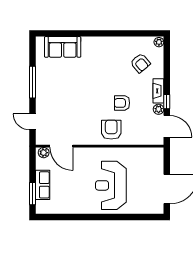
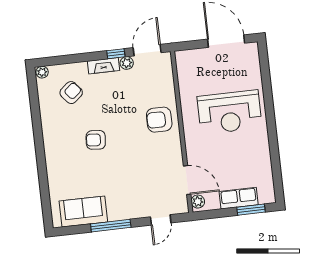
sofa: (63, 47) -> (83, 211), moved, turned -90
armchair: (122, 103) -> (96, 140), moved, turned 95
door: (61, 146) -> (187, 180), hinge flipped

